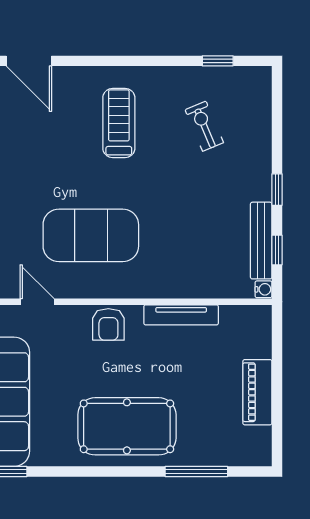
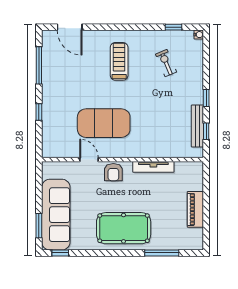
water cooler: (264, 289) -> (199, 35), moved
door: (37, 302) -> (89, 160), moved

